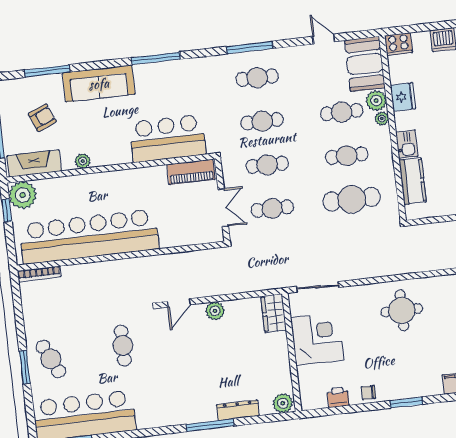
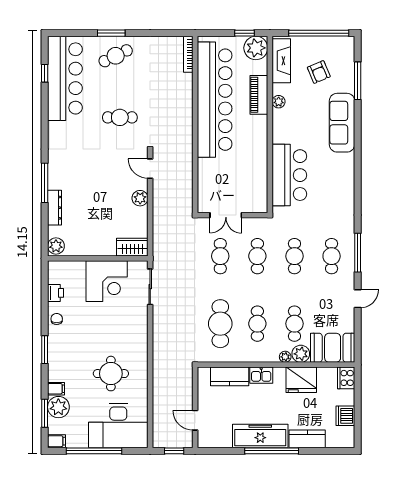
door: (324, 39) -> (358, 299), moved
window: (156, 58) -> (358, 173), removed
fridge: (403, 97) -> (301, 380), width x1.36, depth x1.34
piano: (191, 172) -> (259, 95), moved
round table: (402, 310) -> (111, 374), moved

